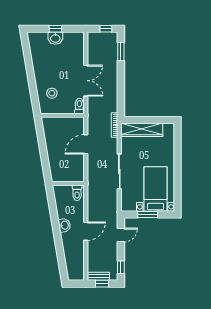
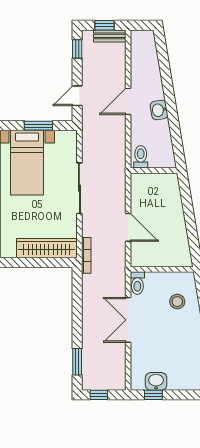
window: (55, 29) -> (153, 395), moved
washbasin: (55, 38) -> (156, 381), moved
door: (86, 144) -> (128, 227), hinge flipped

